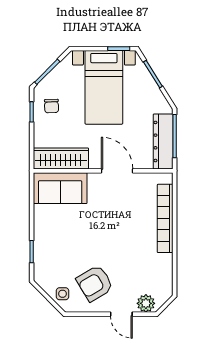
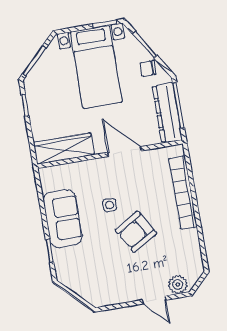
chair: (52, 106) -> (148, 68), moved, turned 92
sofa: (60, 188) -> (63, 219), moved, turned -90
armchair: (95, 283) -> (136, 232), moved
side table: (63, 294) -> (110, 205), moved

